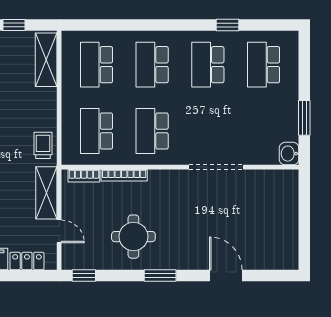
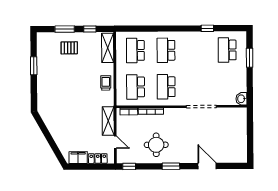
school desk: (208, 65) -> (197, 50), removed
window: (304, 118) -> (250, 58), moved
trolley: (43, 145) -> (106, 83), moved

